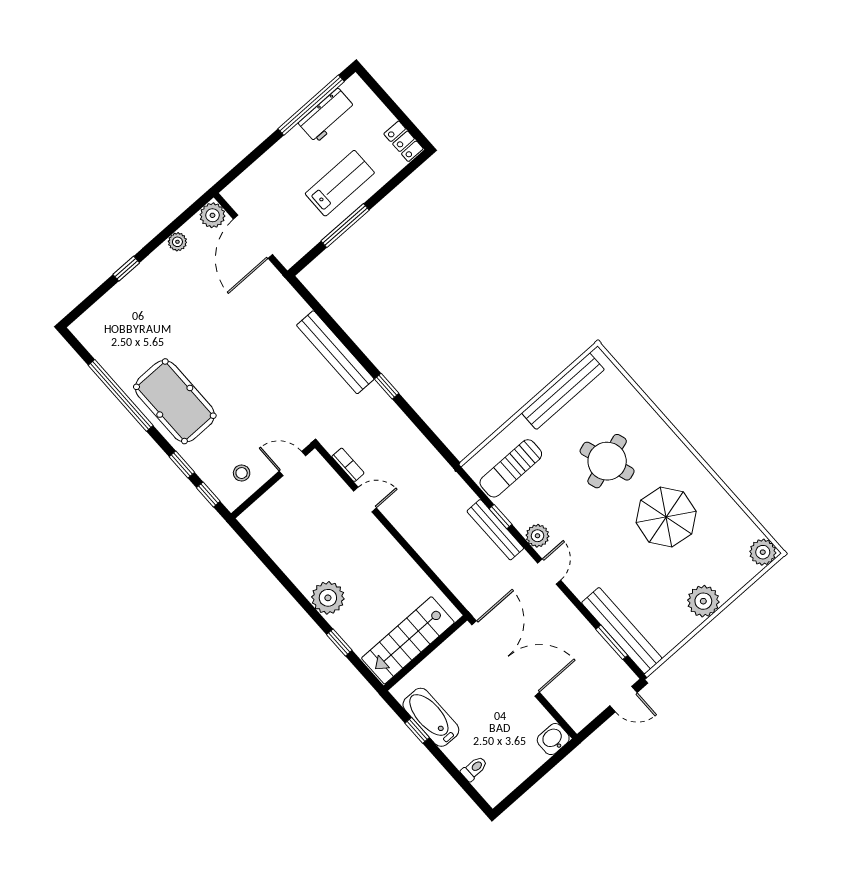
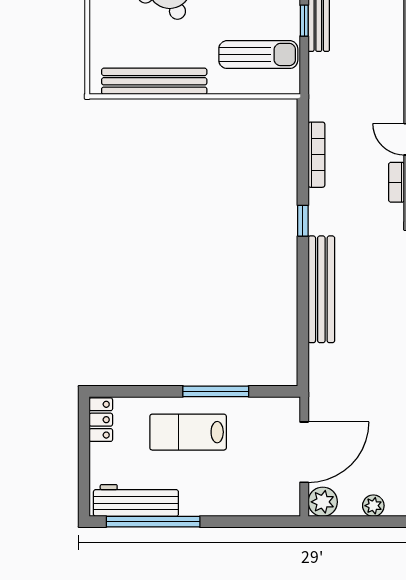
workbench: (327, 116) -> (136, 500), width x1.38
bookcase: (416, 437) -> (316, 155), added

